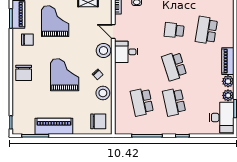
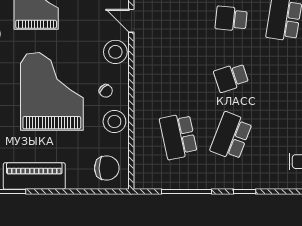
desk: (126, 52) -> (152, 54), removed
school desk: (174, 66) -> (231, 77), width x0.54
grand piano: (65, 75) -> (52, 91), width x1.37, depth x1.48
school desk: (174, 102) -> (231, 136), turned 33

